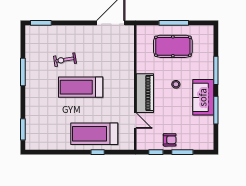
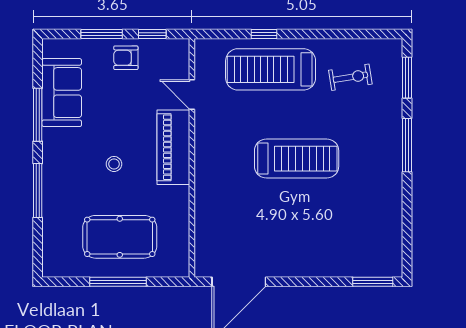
exercise bike: (65, 60) -> (350, 77), moved
window: (23, 72) -> (407, 145), moved
sofa: (203, 97) -> (62, 93), moved
treadmill: (94, 134) -> (271, 69), turned 180

